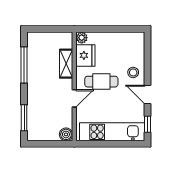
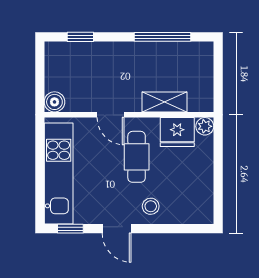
door: (148, 94) -> (117, 229), swing flipped
window: (24, 118) -> (80, 37), width x0.67

